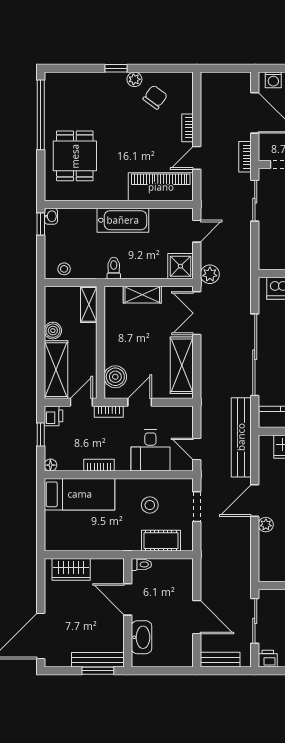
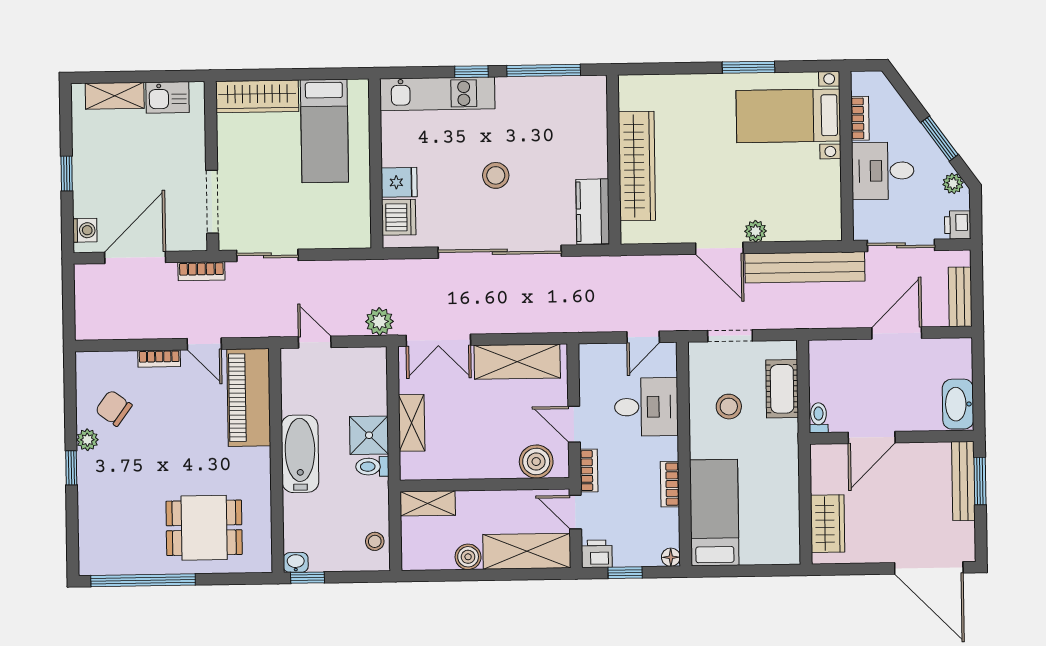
shower: (180, 266) -> (369, 435), moved
bench: (241, 437) -> (805, 267), moved
washbasin: (142, 637) -> (958, 404), moved, turned -90

